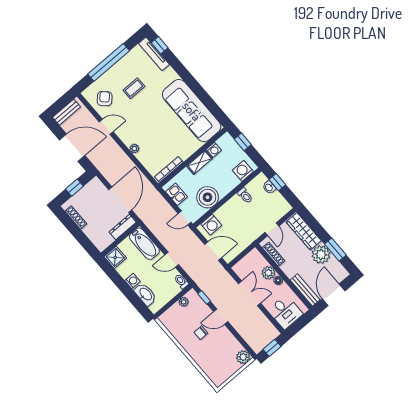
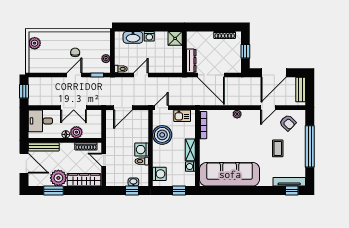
washing machine: (211, 225) -> (142, 150), moved
bathtub: (144, 244) -> (167, 66), removed
plant: (243, 357) -> (35, 43), moved

